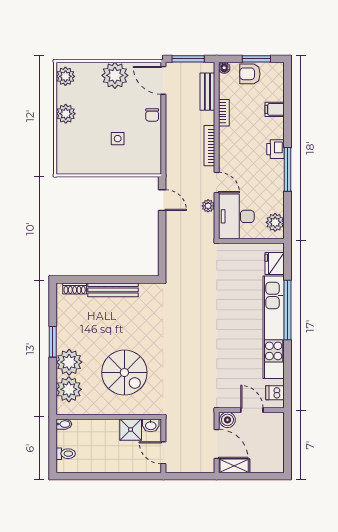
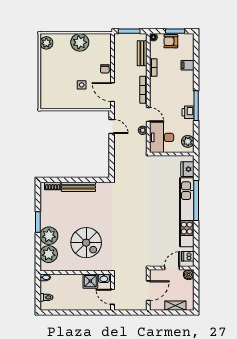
door: (163, 80) -> (113, 92), moved
plant: (66, 114) -> (47, 68), removed
printer: (276, 149) -> (188, 112), moved
door: (252, 410) -> (172, 268), hinge flipped
boiler: (227, 420) -> (189, 275), moved
door: (217, 444) -> (148, 291), hinge flipped
shelving: (234, 466) -> (175, 306), moved

